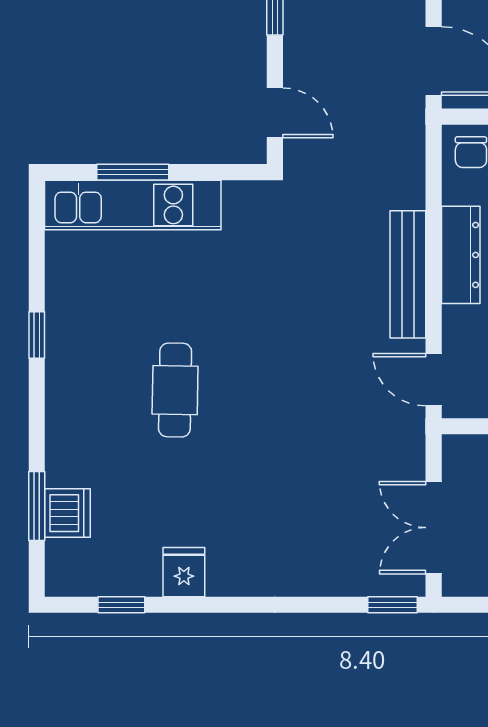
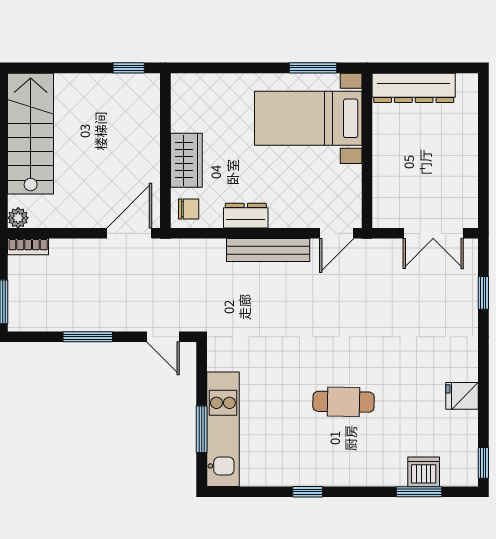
door: (275, 113) -> (163, 337), swing flipped
dresser: (461, 255) -> (246, 216), width x0.70
window: (121, 605) -> (483, 463), moved
window: (392, 605) -> (483, 293), moved

